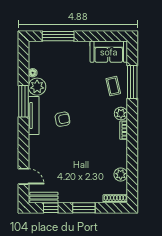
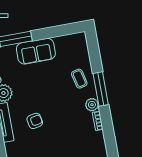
sofa: (109, 52) -> (36, 51), moved
window: (132, 82) -> (101, 89), moved

